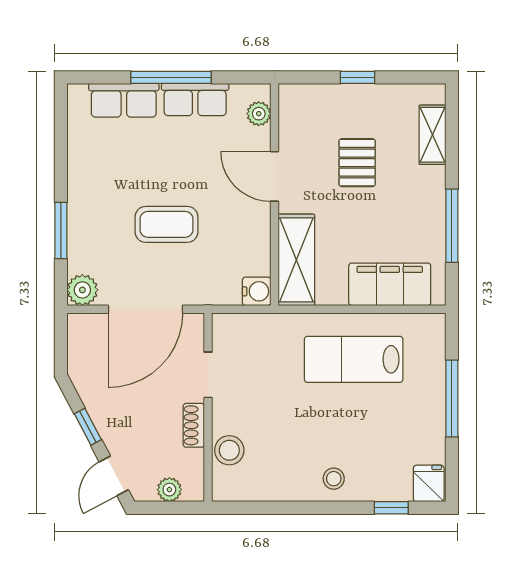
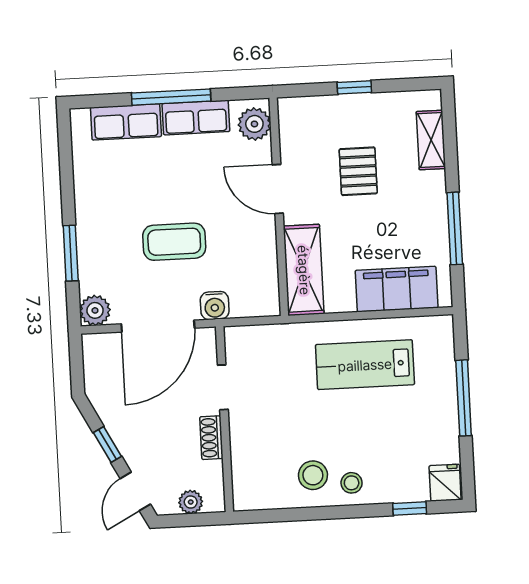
plant: (259, 114) -> (254, 124), width x1.38, depth x1.38
water cooler: (257, 291) -> (215, 306), moved, turned 90
stool: (229, 450) -> (313, 475), moved

